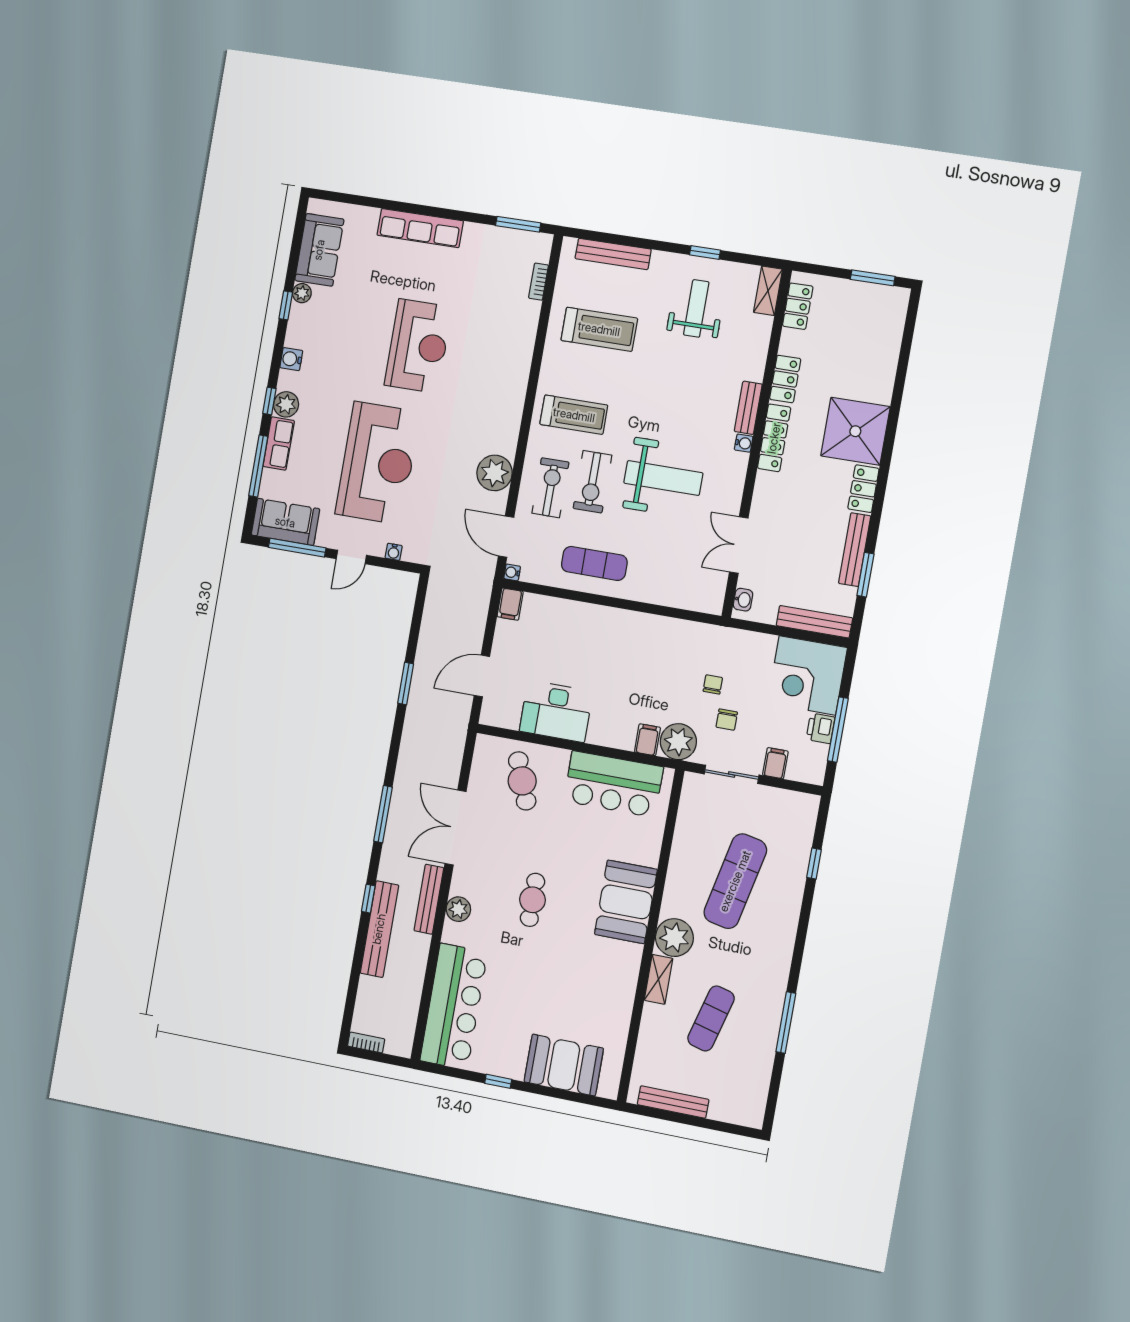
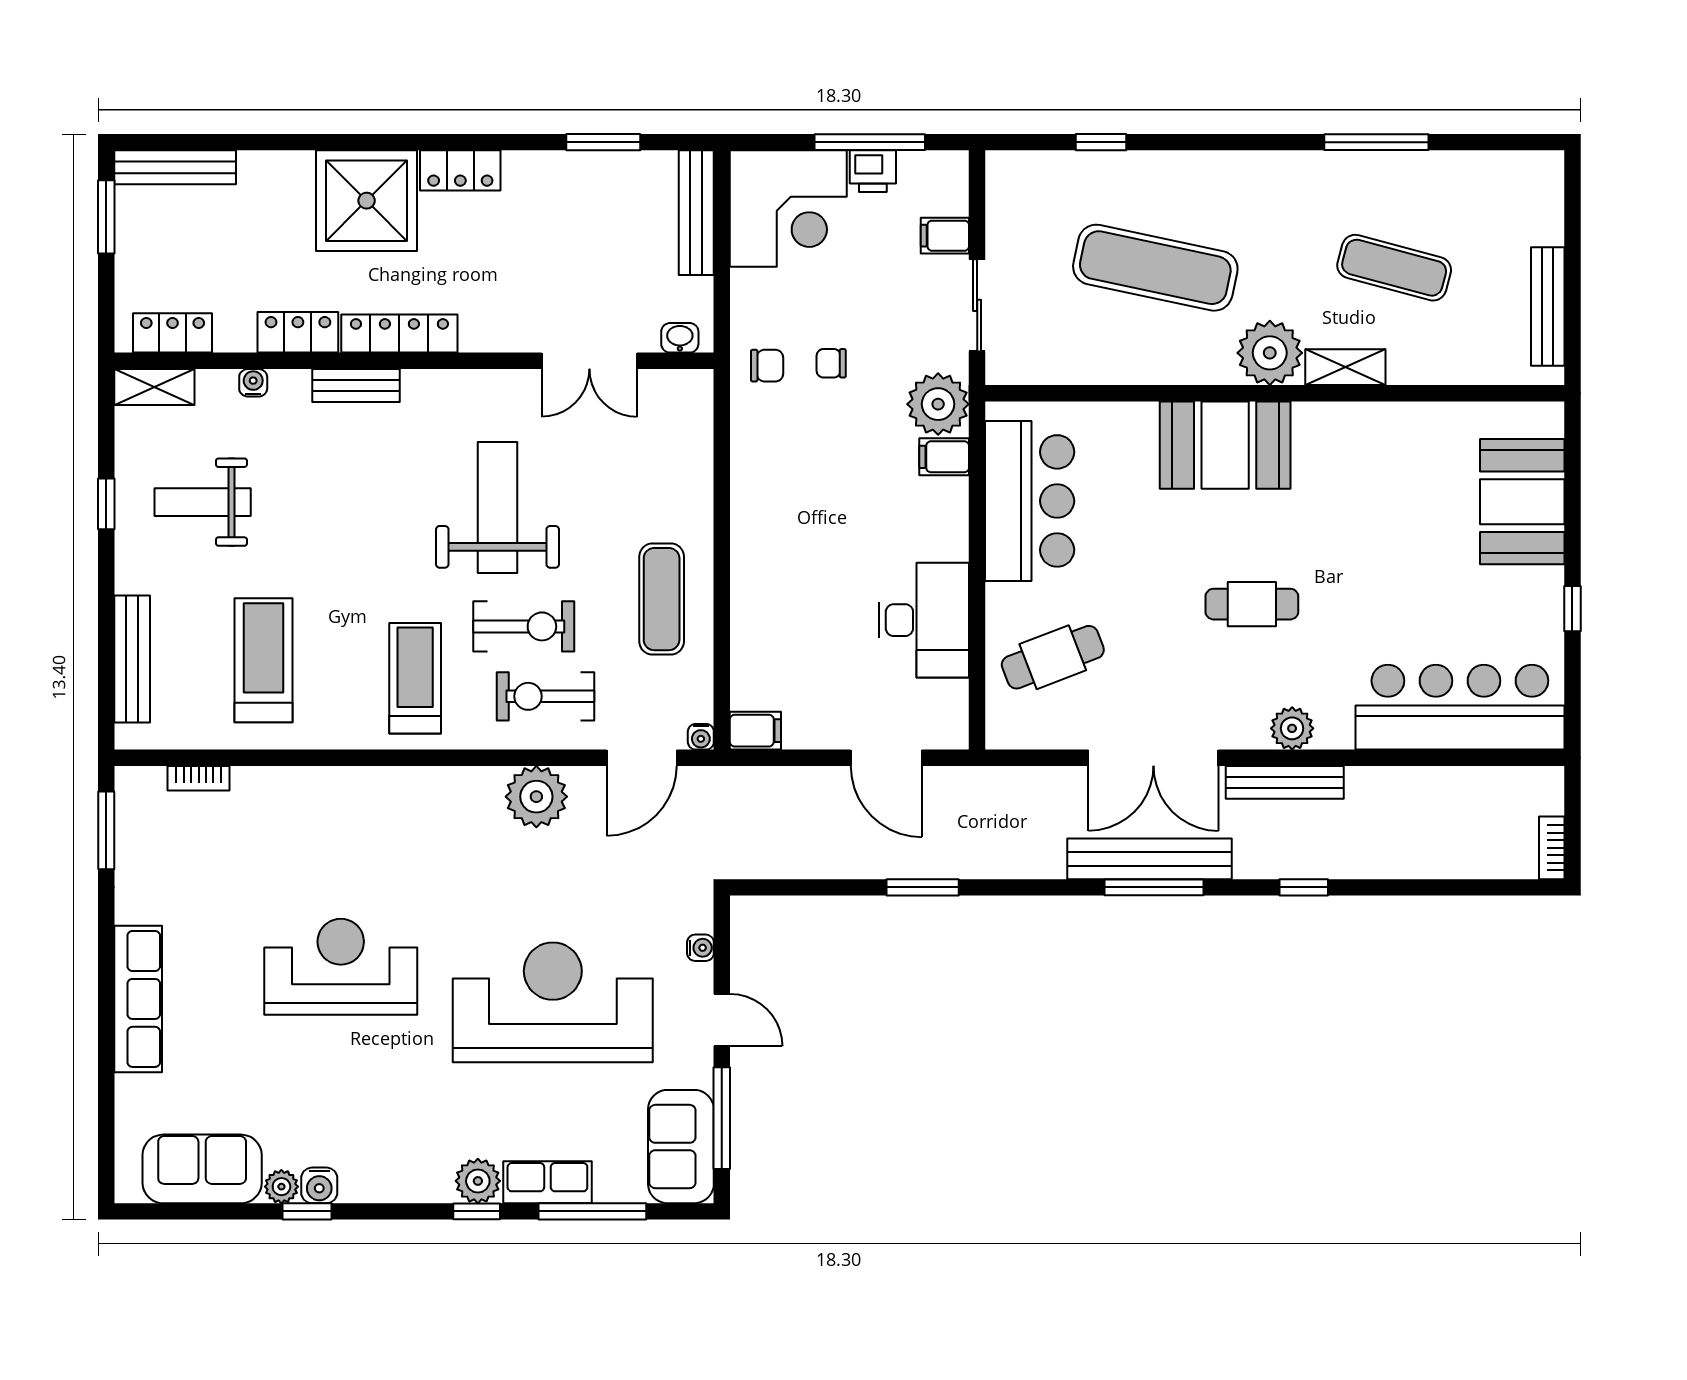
water cooler: (291, 359) -> (319, 1185), moved
water cooler: (744, 443) -> (253, 383), moved
bench: (855, 550) -> (175, 167), moved
chair: (727, 720) -> (767, 366), moved
bench: (379, 929) -> (1149, 859), moved

